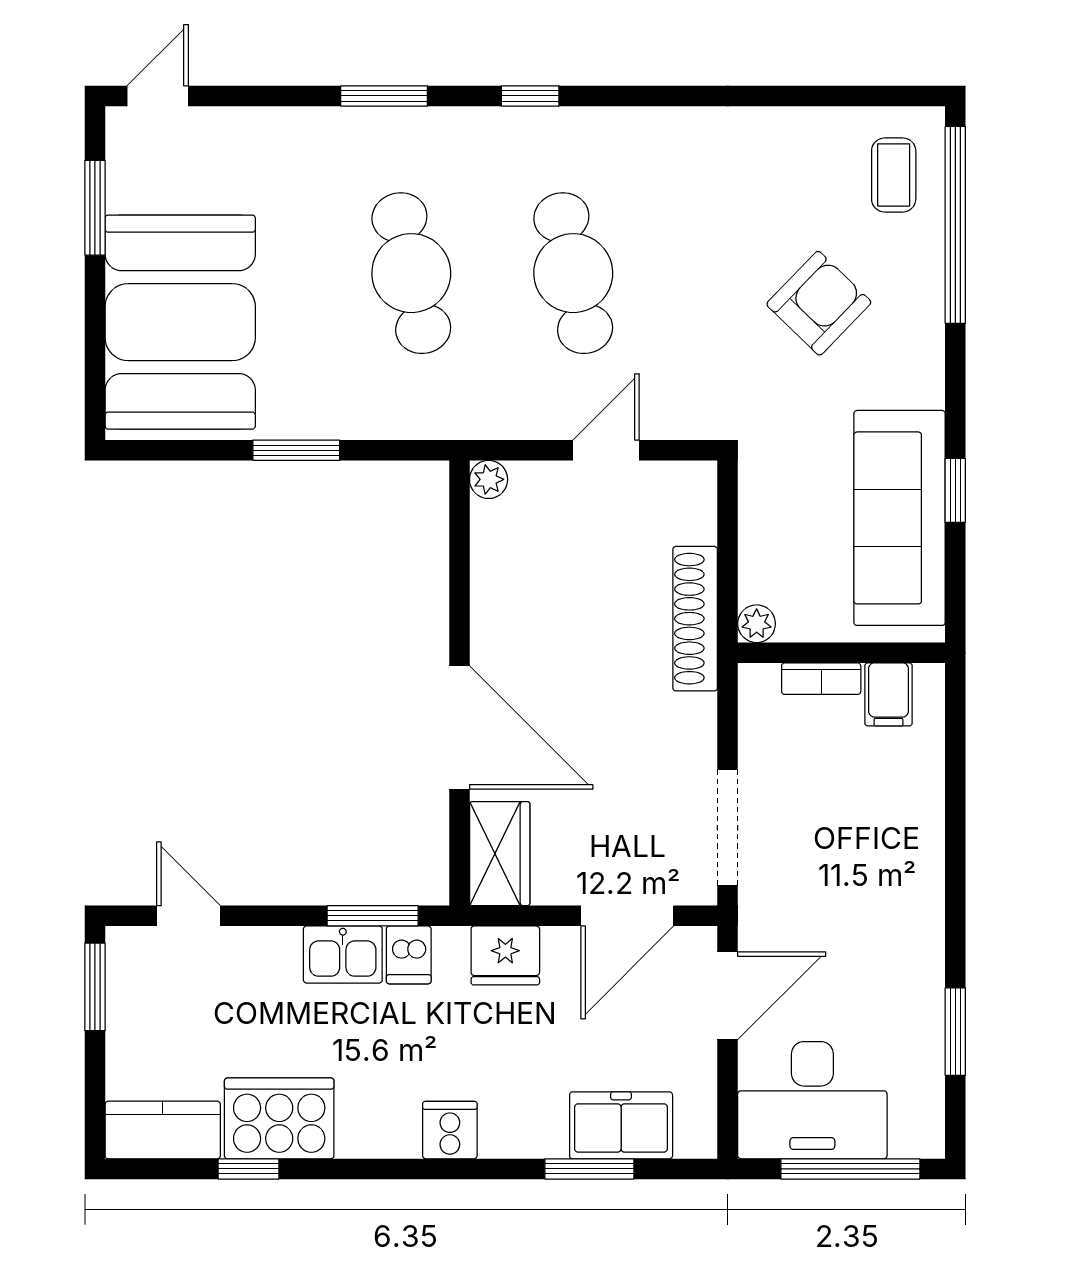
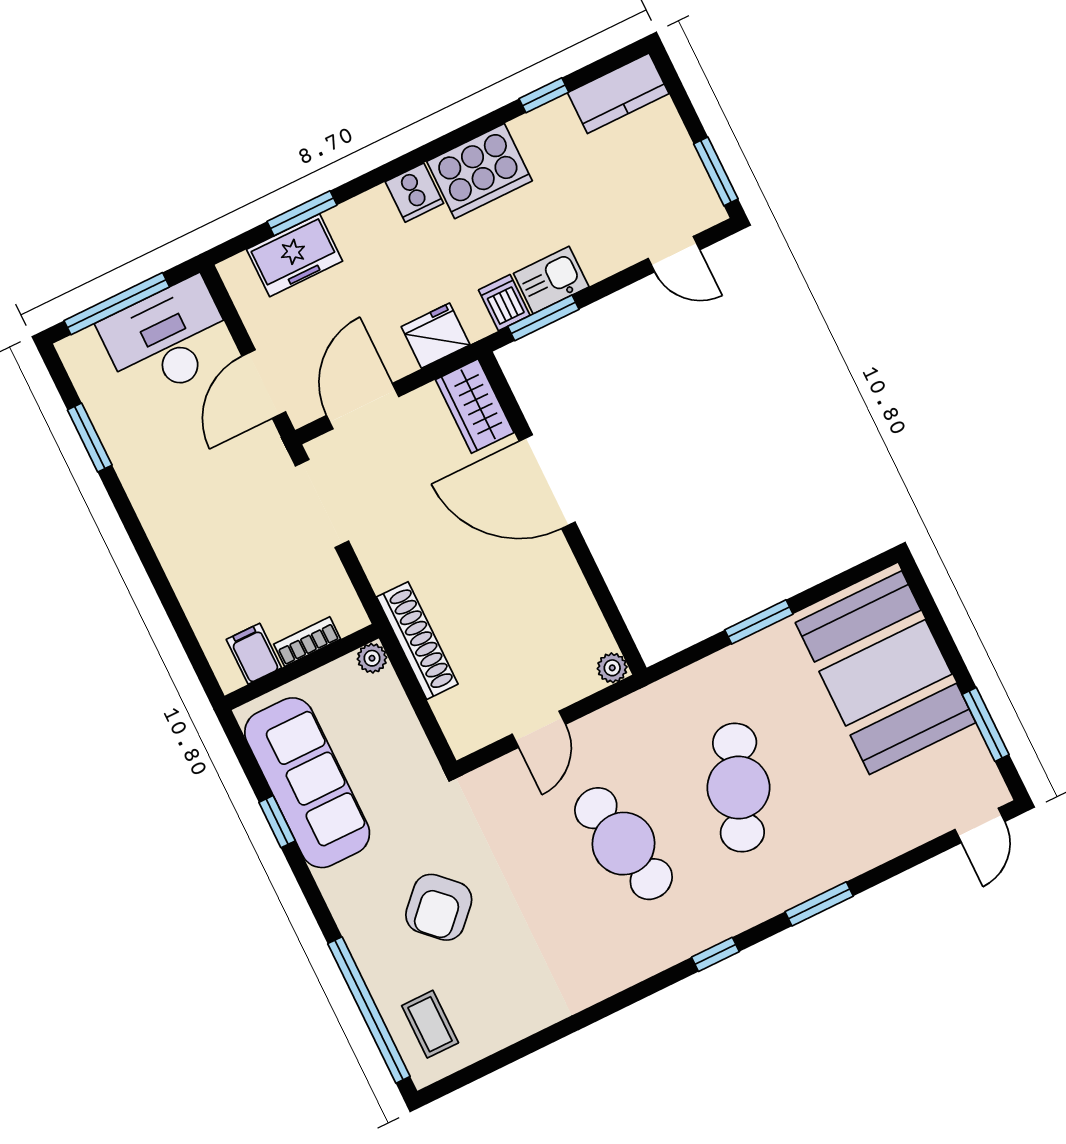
cafe table: (411, 273) -> (738, 788), turned 33
cooker: (279, 1118) -> (480, 171), moved

